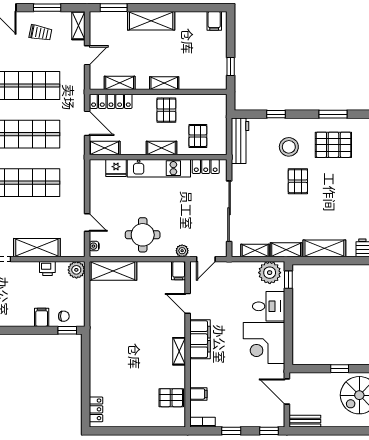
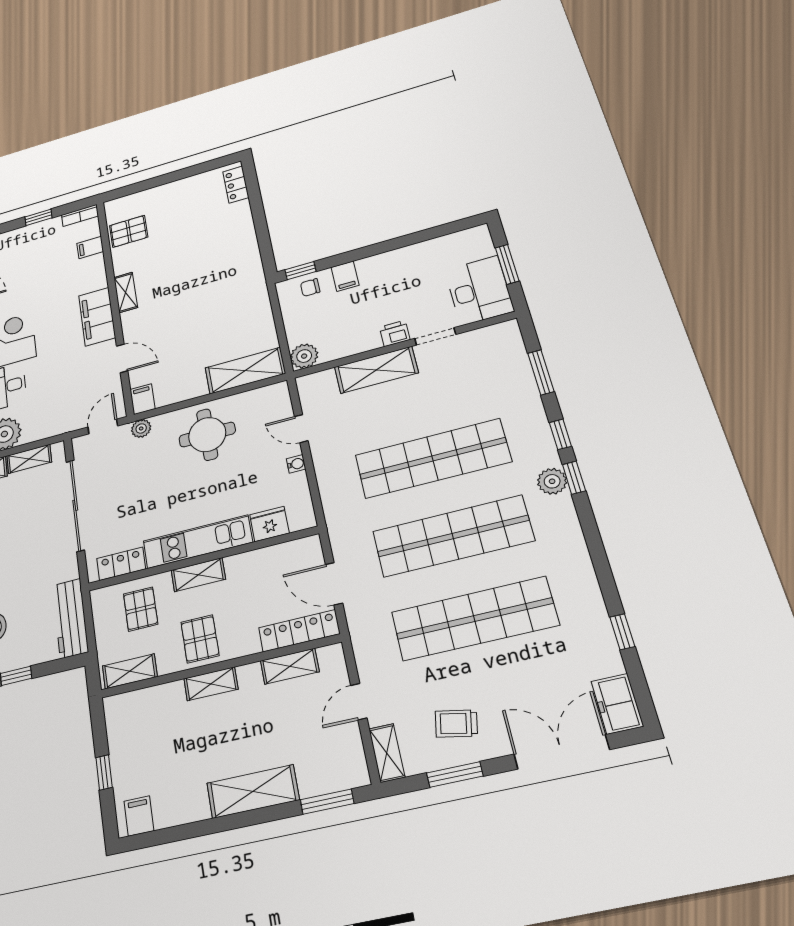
window: (231, 66) -> (104, 772), moved
shelving: (105, 148) -> (130, 671), moved
water cooler: (94, 246) -> (296, 464), moved
printer: (47, 268) -> (395, 333), moved

